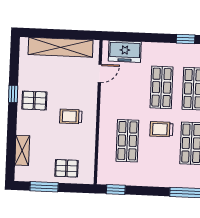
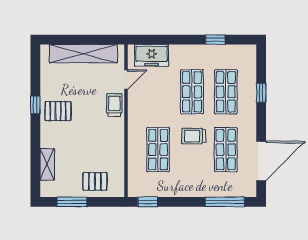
trolley: (71, 116) -> (114, 105), moved, turned 90

